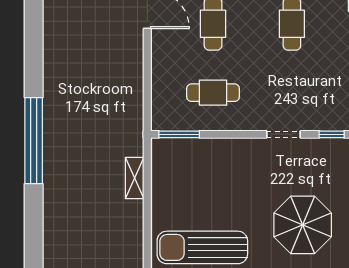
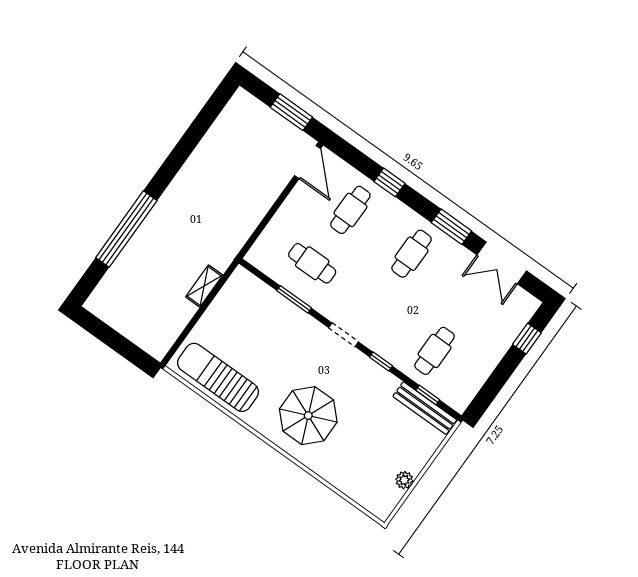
window: (179, 134) -> (294, 299), moved
window: (34, 141) -> (126, 229), moved

